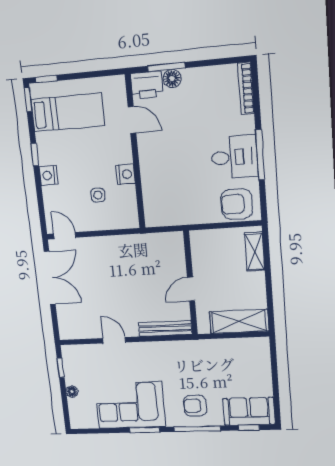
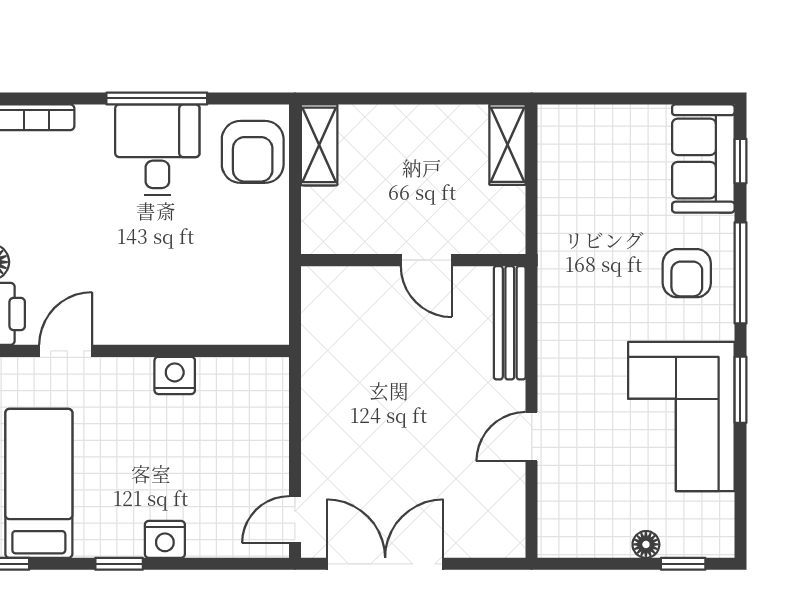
side table: (98, 195) -> (214, 438), removed
shelving: (255, 252) -> (319, 145), moved, turned 90
shelving: (239, 321) -> (507, 145), width x0.67, depth x0.75
window: (61, 368) -> (683, 564), moved

